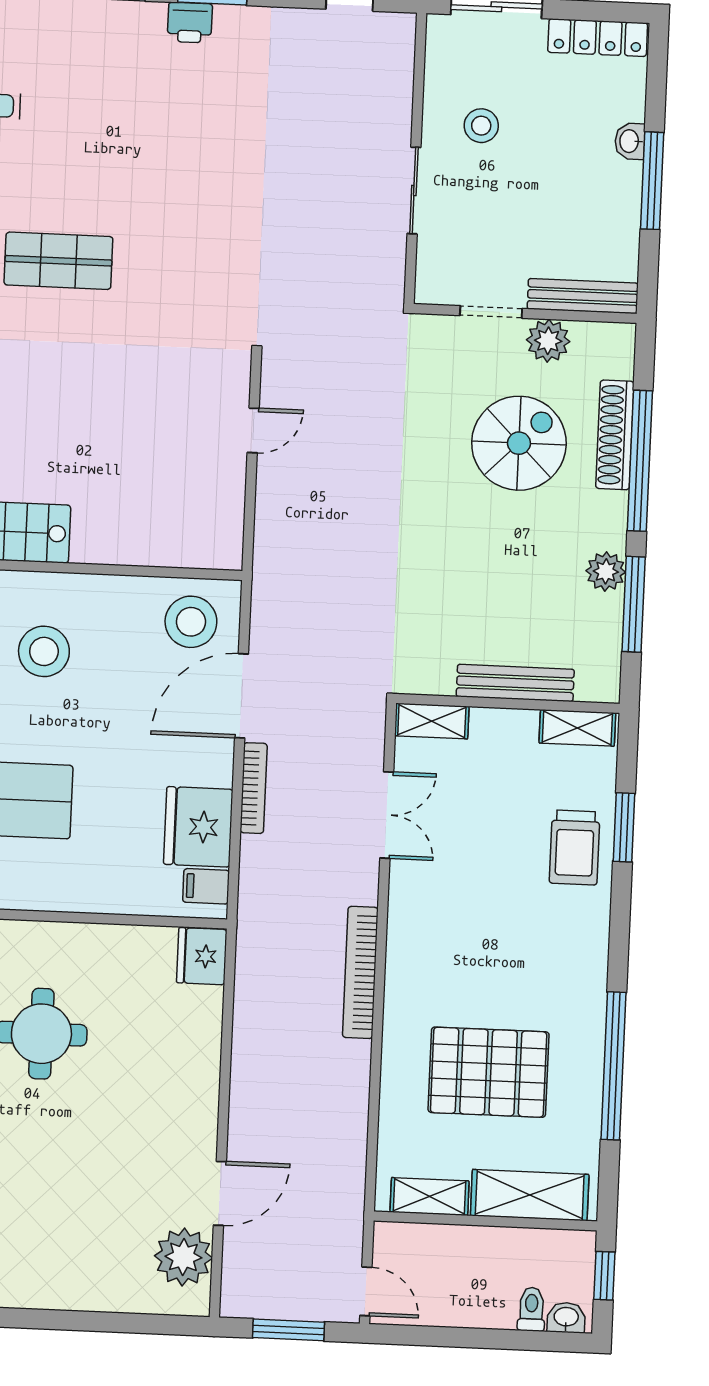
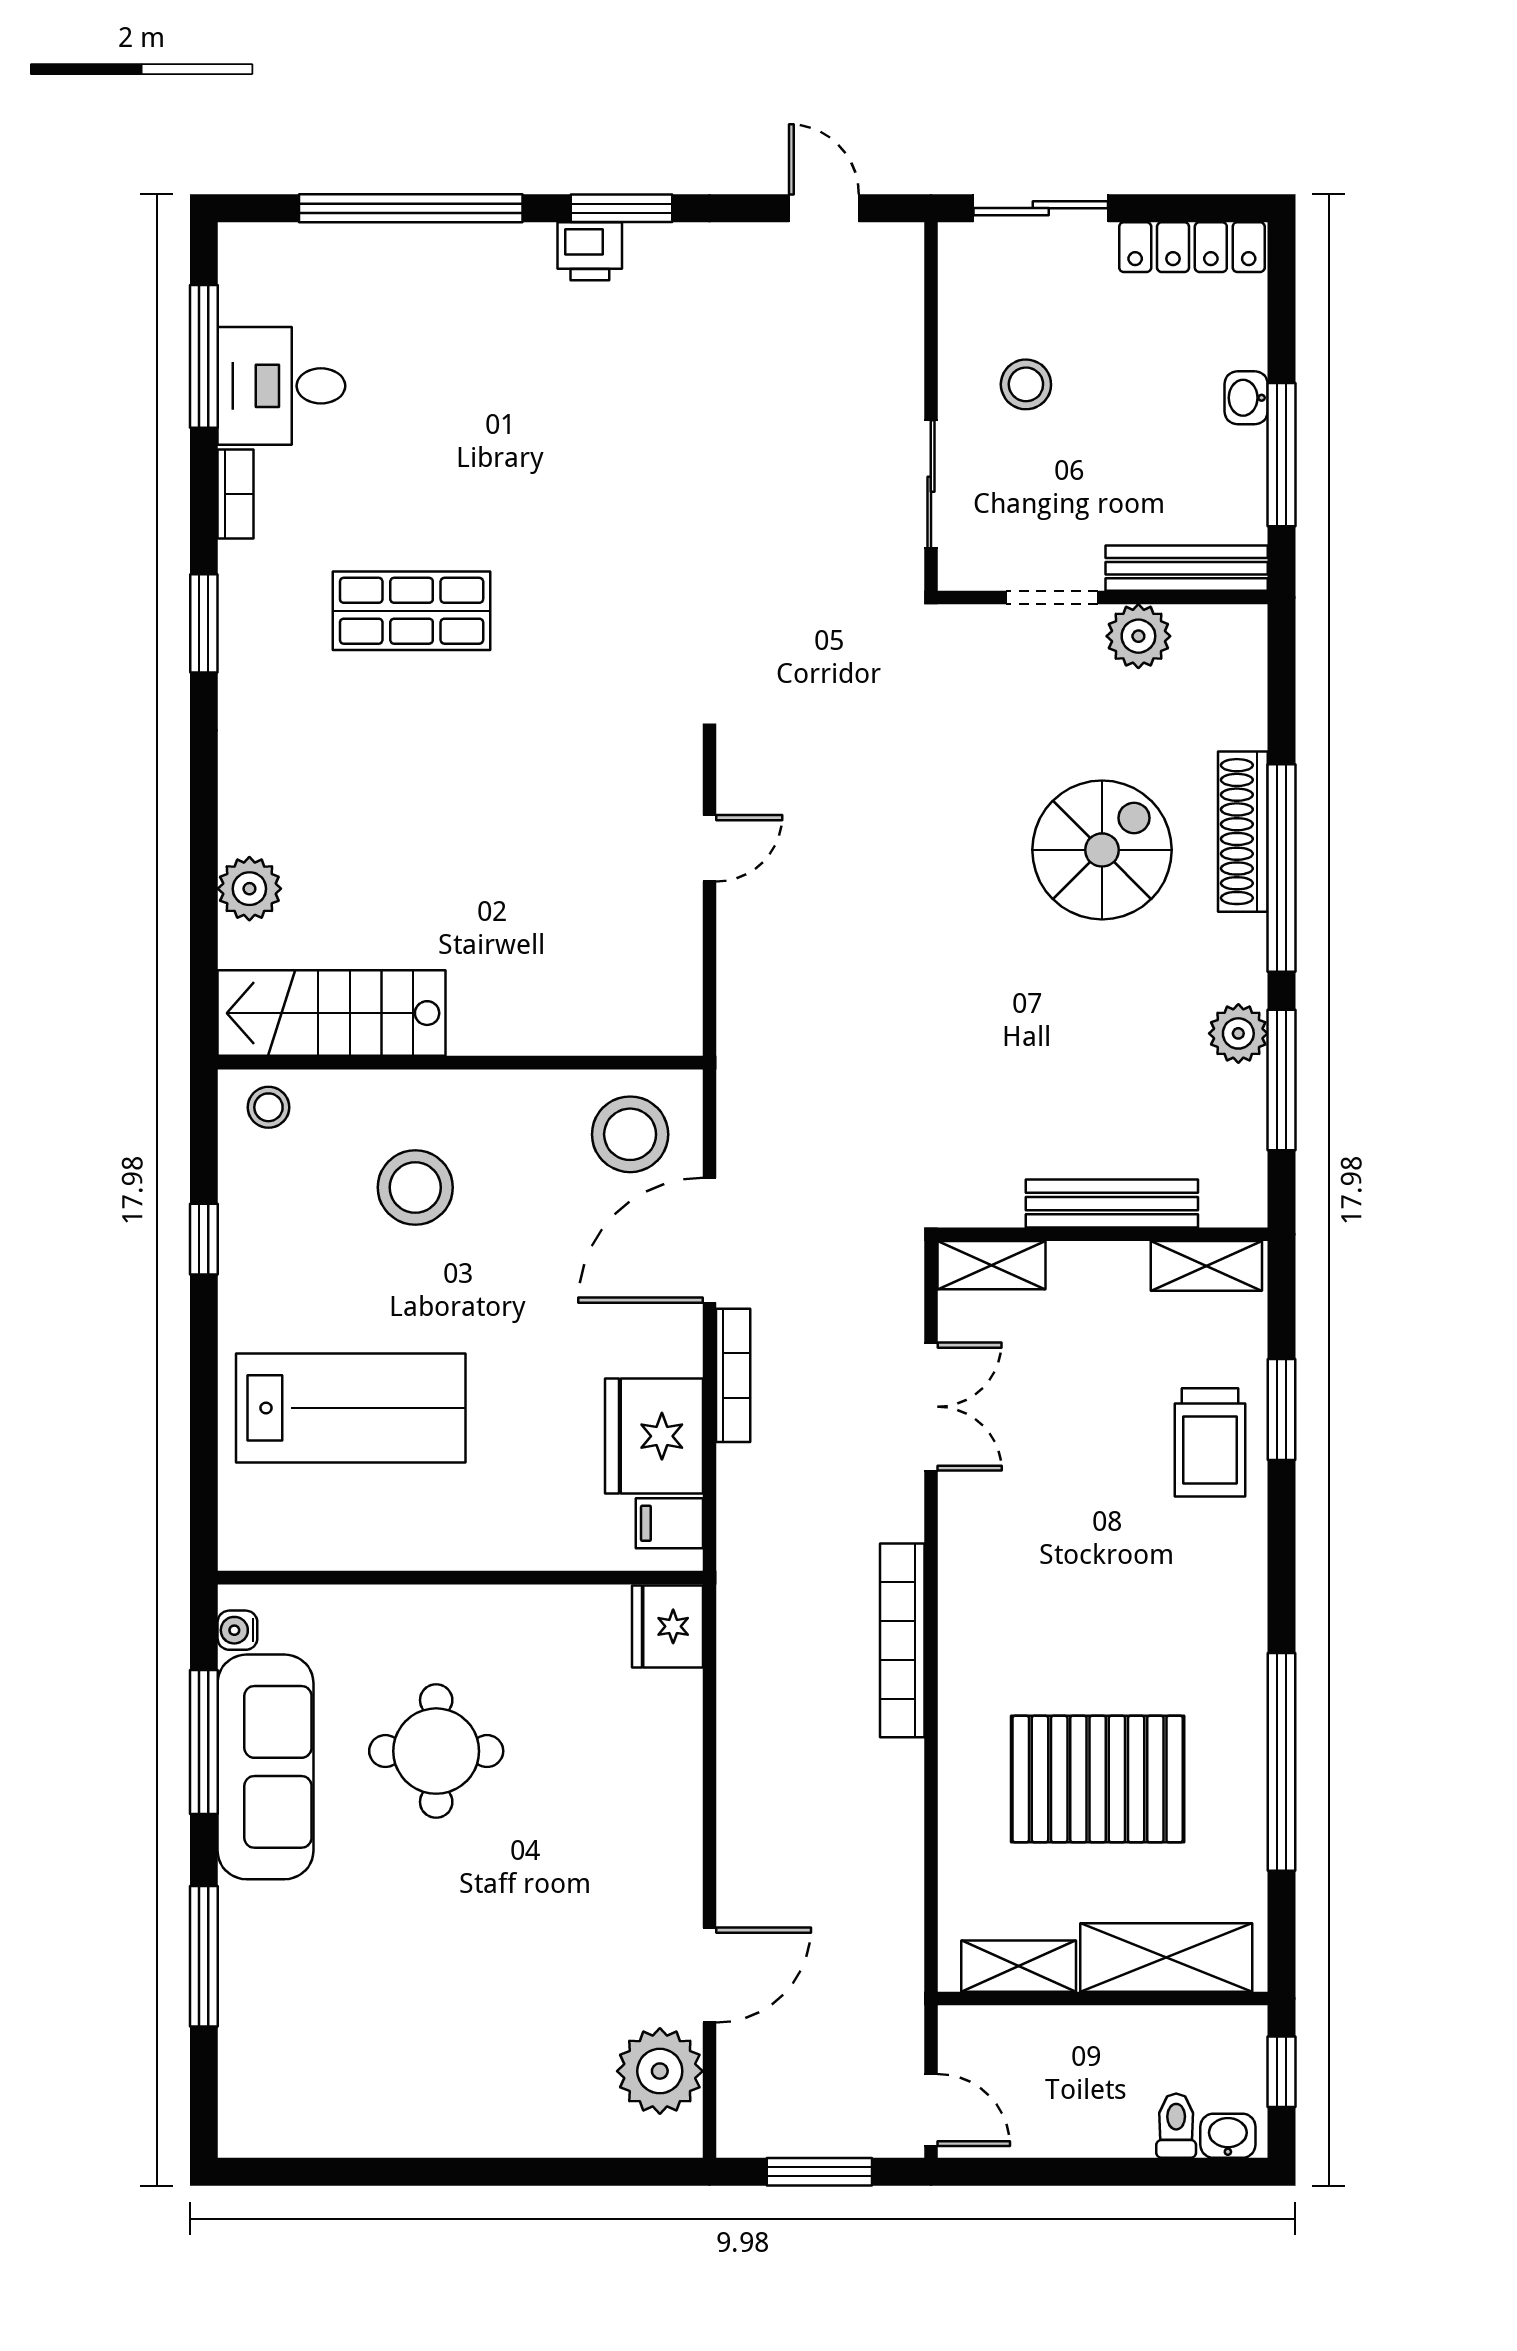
bench: (583, 296) -> (1187, 568), moved
doorway: (491, 312) -> (1052, 597), moved
wall: (525, 313) -> (1103, 597), moved
plant: (548, 341) -> (1138, 636), moved

